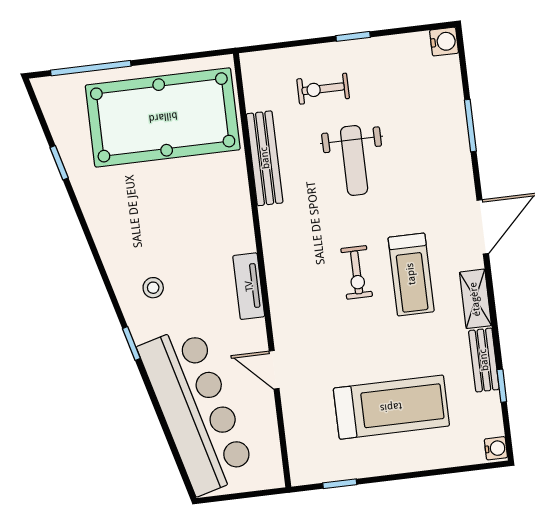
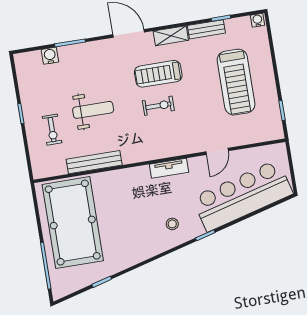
water cooler: (444, 42) -> (50, 56), moved
treadmill: (411, 274) -> (158, 74), turned 180
treadmill: (391, 407) -> (236, 82), turned 180

